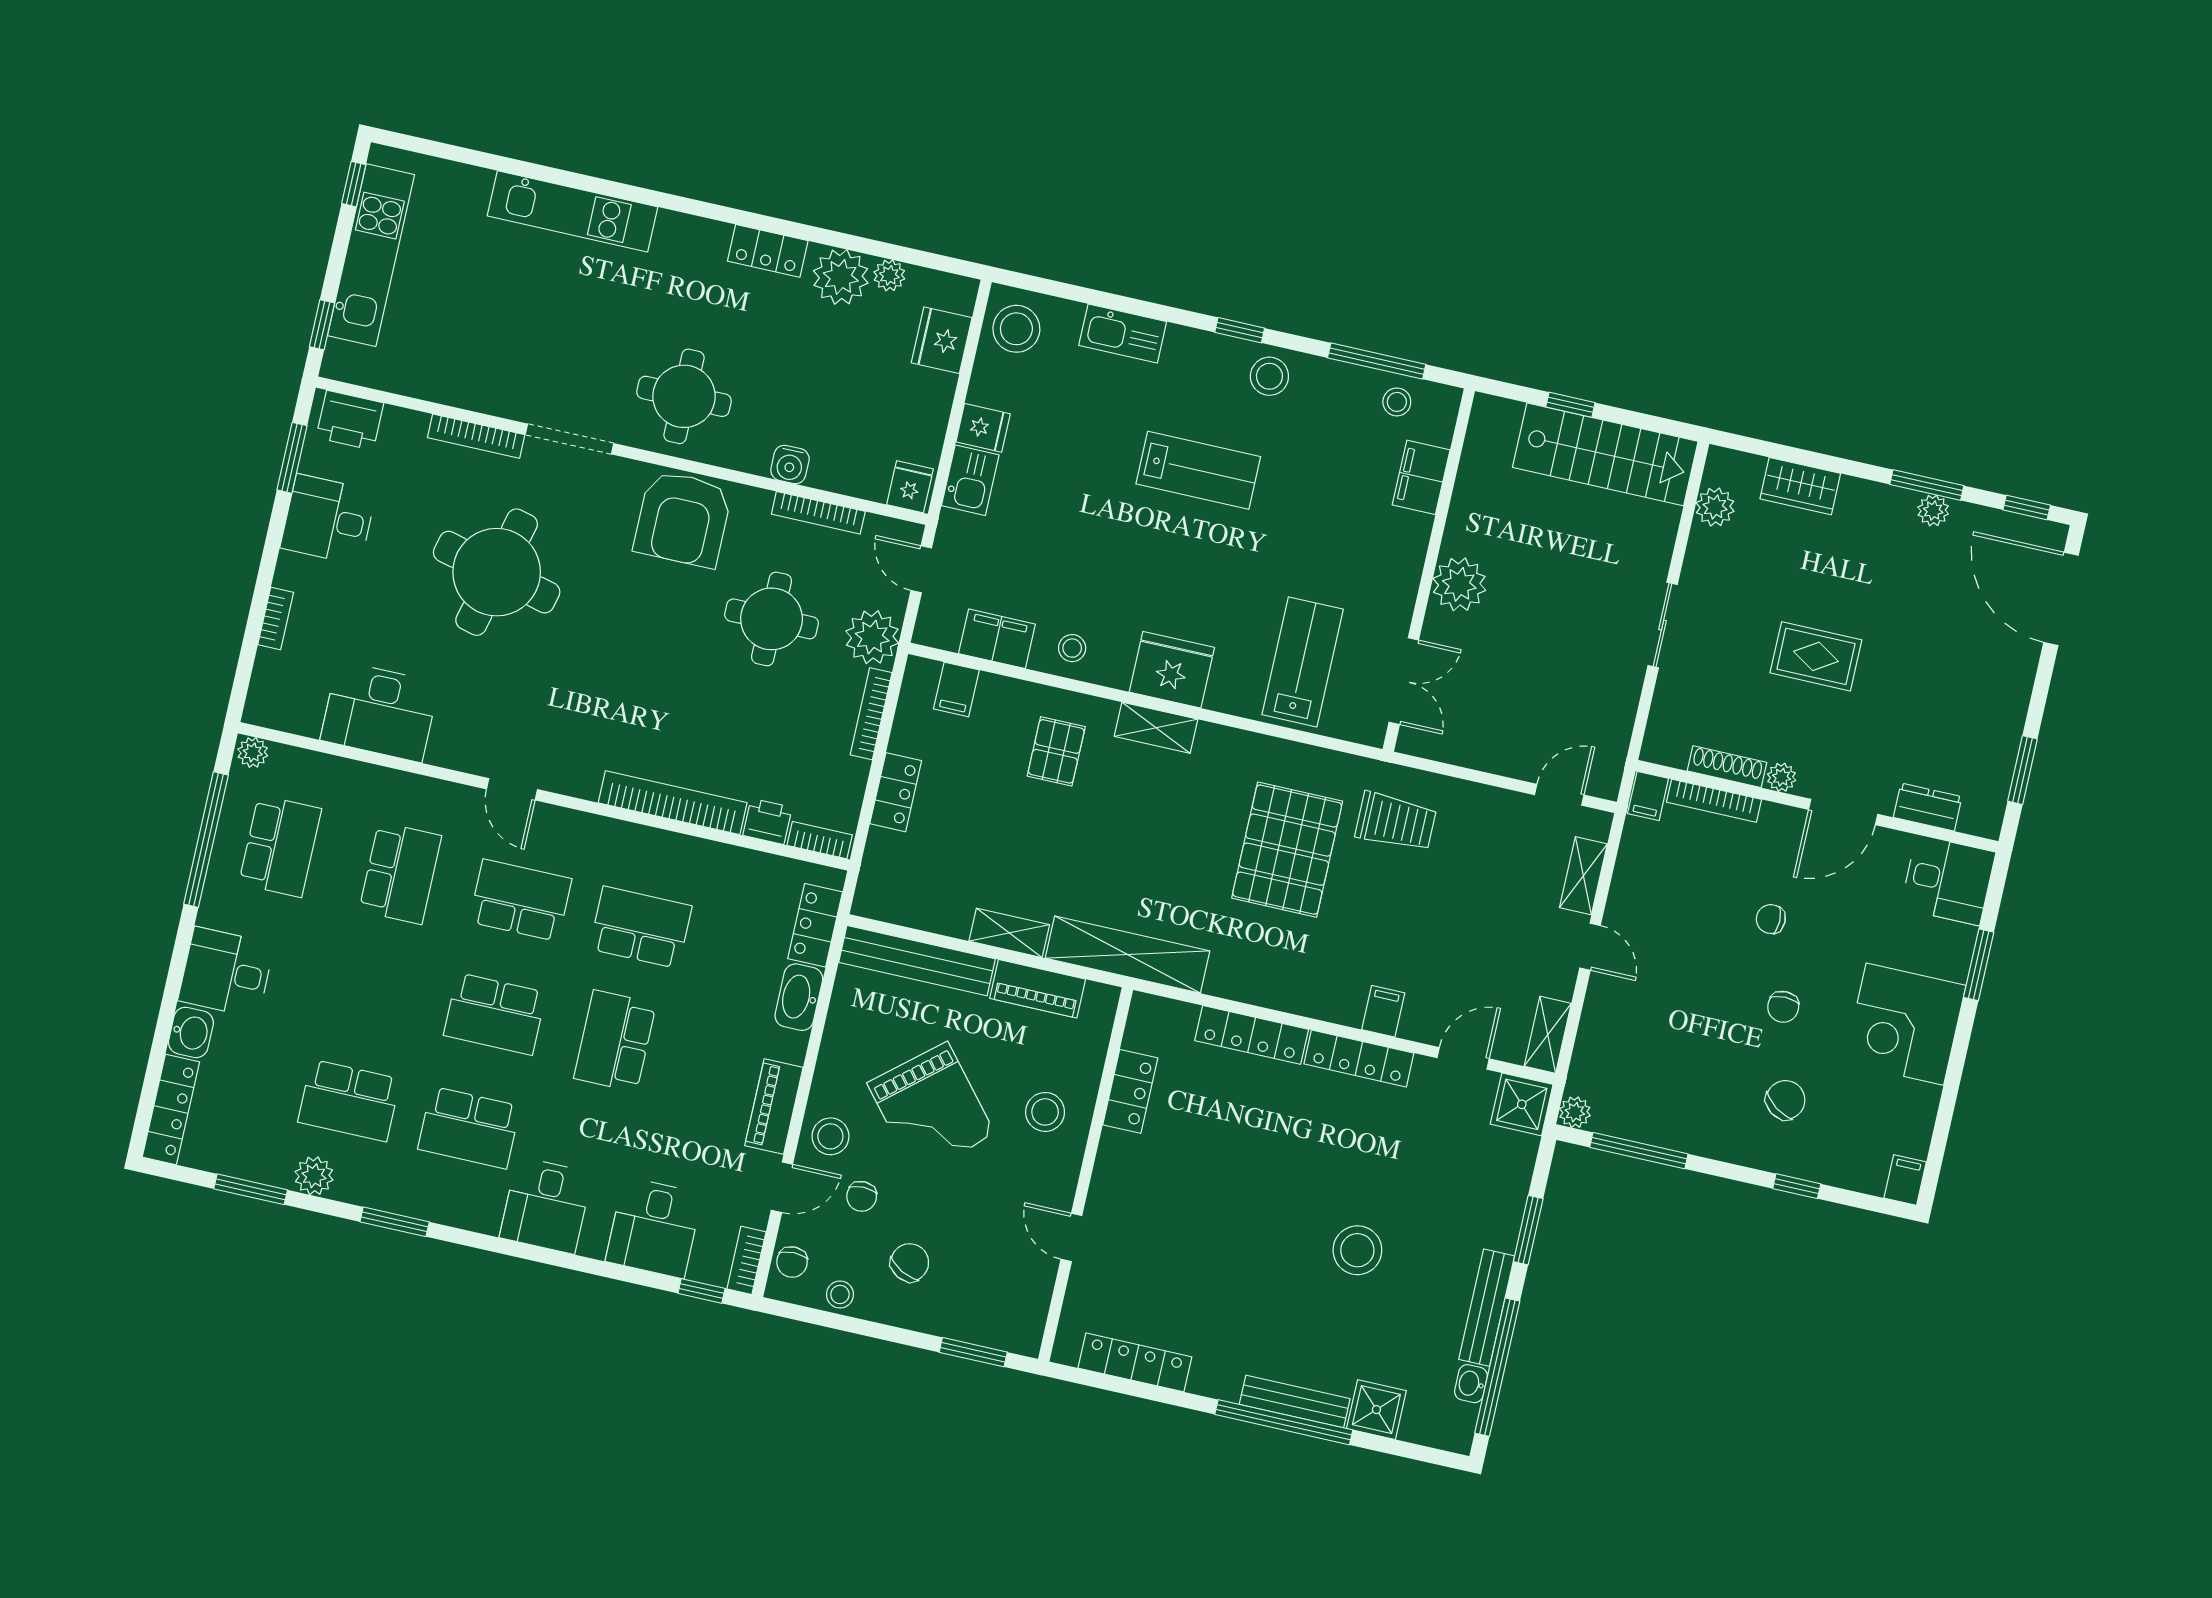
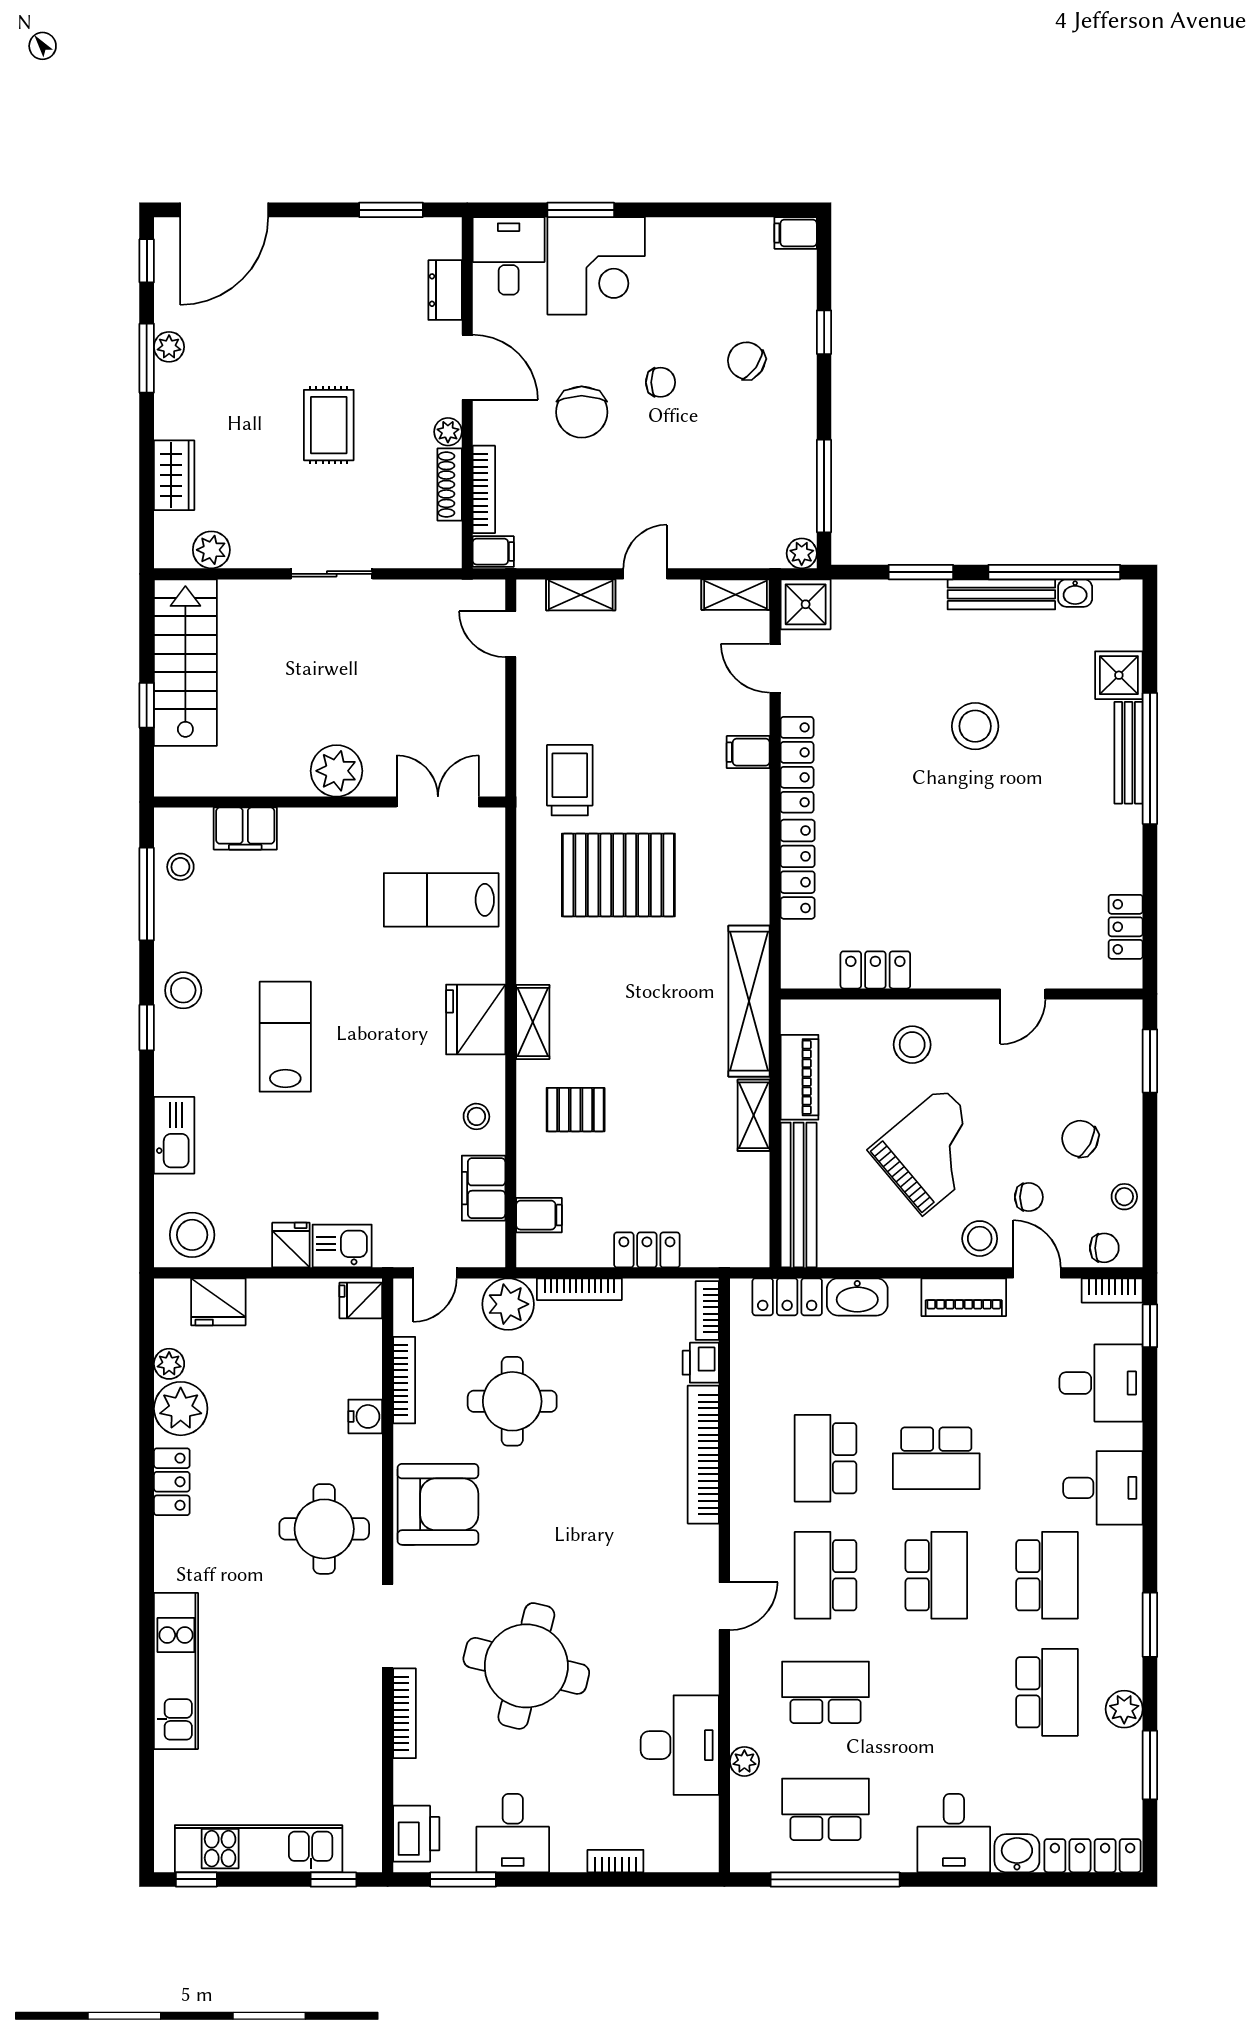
plant: (253, 752) -> (744, 1761), moved
chair: (1771, 919) -> (582, 412), width x1.87, depth x1.87
corner desk: (1905, 1024) -> (596, 266), moved
locker: (1135, 1362) -> (1126, 927), width x0.66

